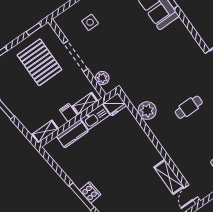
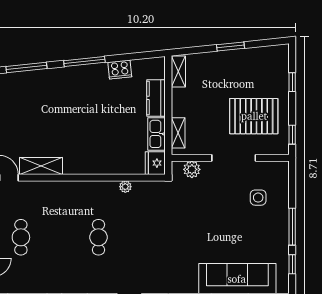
plant: (147, 111) -> (125, 187), width x0.53, depth x0.53
filing cabinet: (68, 113) -> (181, 109), removed
cooker: (90, 192) -> (120, 70), moved

